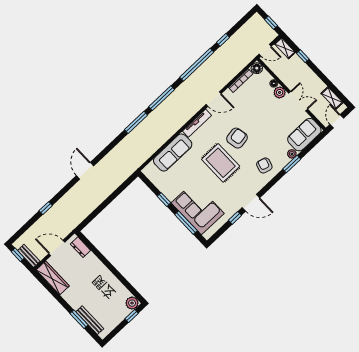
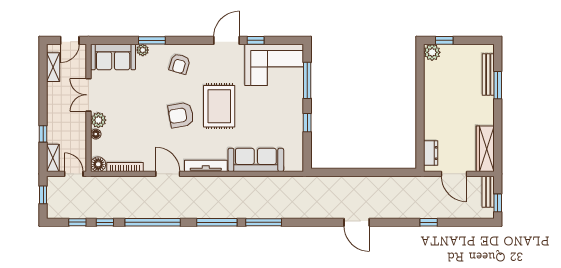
window: (238, 26) -> (77, 222), added
door: (85, 171) -> (357, 222), hinge flipped
door: (251, 203) -> (227, 40), hinge flipped
corner sofa: (198, 208) -> (274, 65), moved, turned -90

